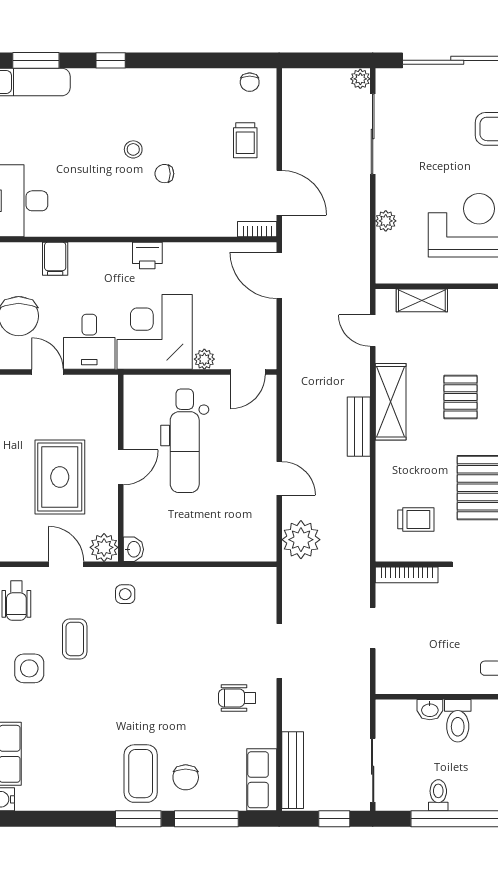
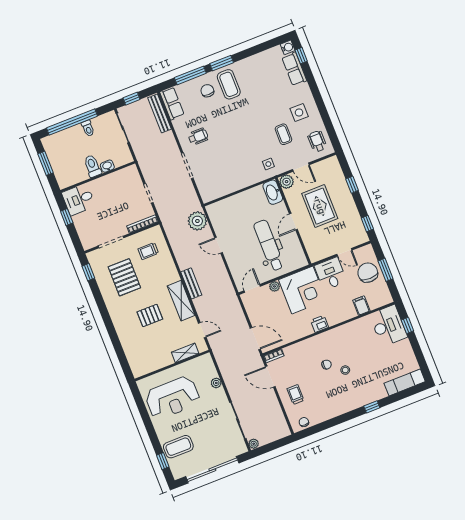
window: (36, 60) -> (406, 393), removed
pallet: (461, 397) -> (150, 315), turned 90
washbasin: (133, 549) -> (273, 192), width x1.91, depth x1.45

